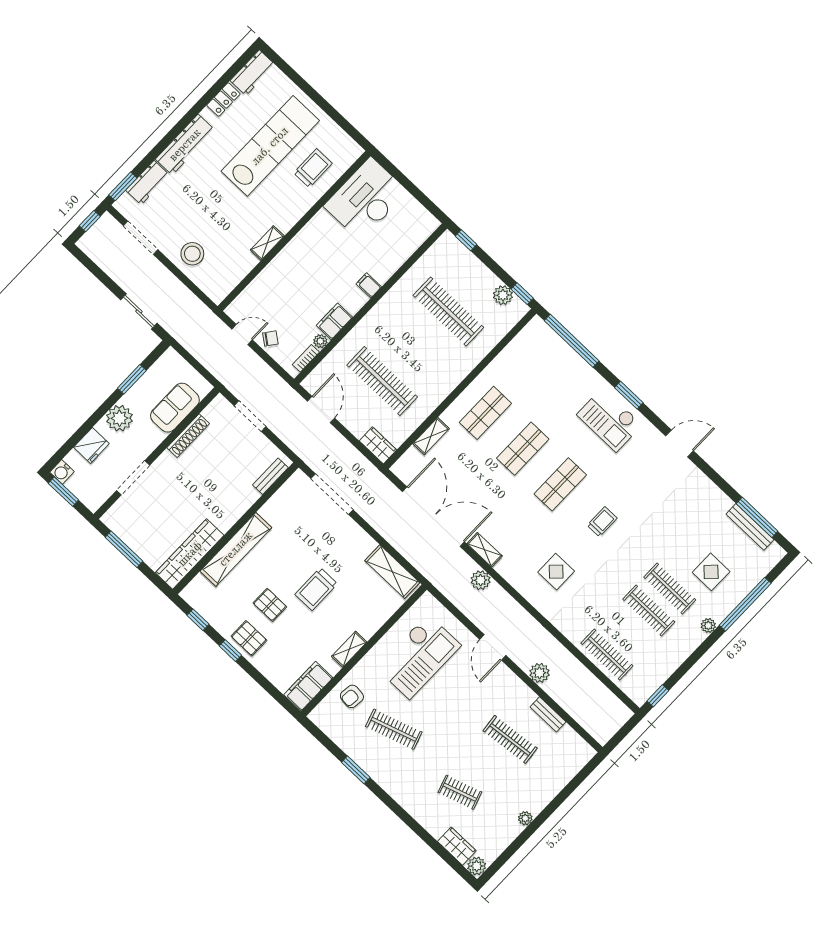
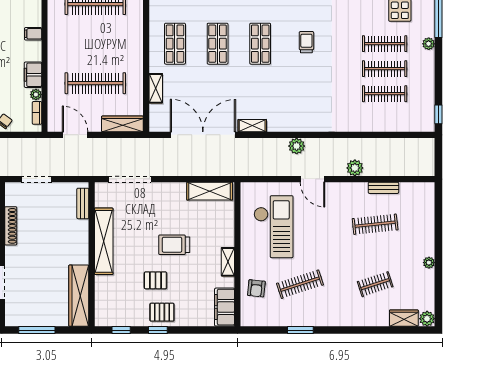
wardrobe: (378, 445) -> (122, 124), width x1.50
shelving: (236, 549) -> (104, 241), moved
display table: (556, 572) -> (307, 98), removed
plant: (481, 580) -> (297, 146), moved
trolley: (316, 589) -> (174, 245), turned 90
clothes rail: (607, 655) -> (385, 94), moved

